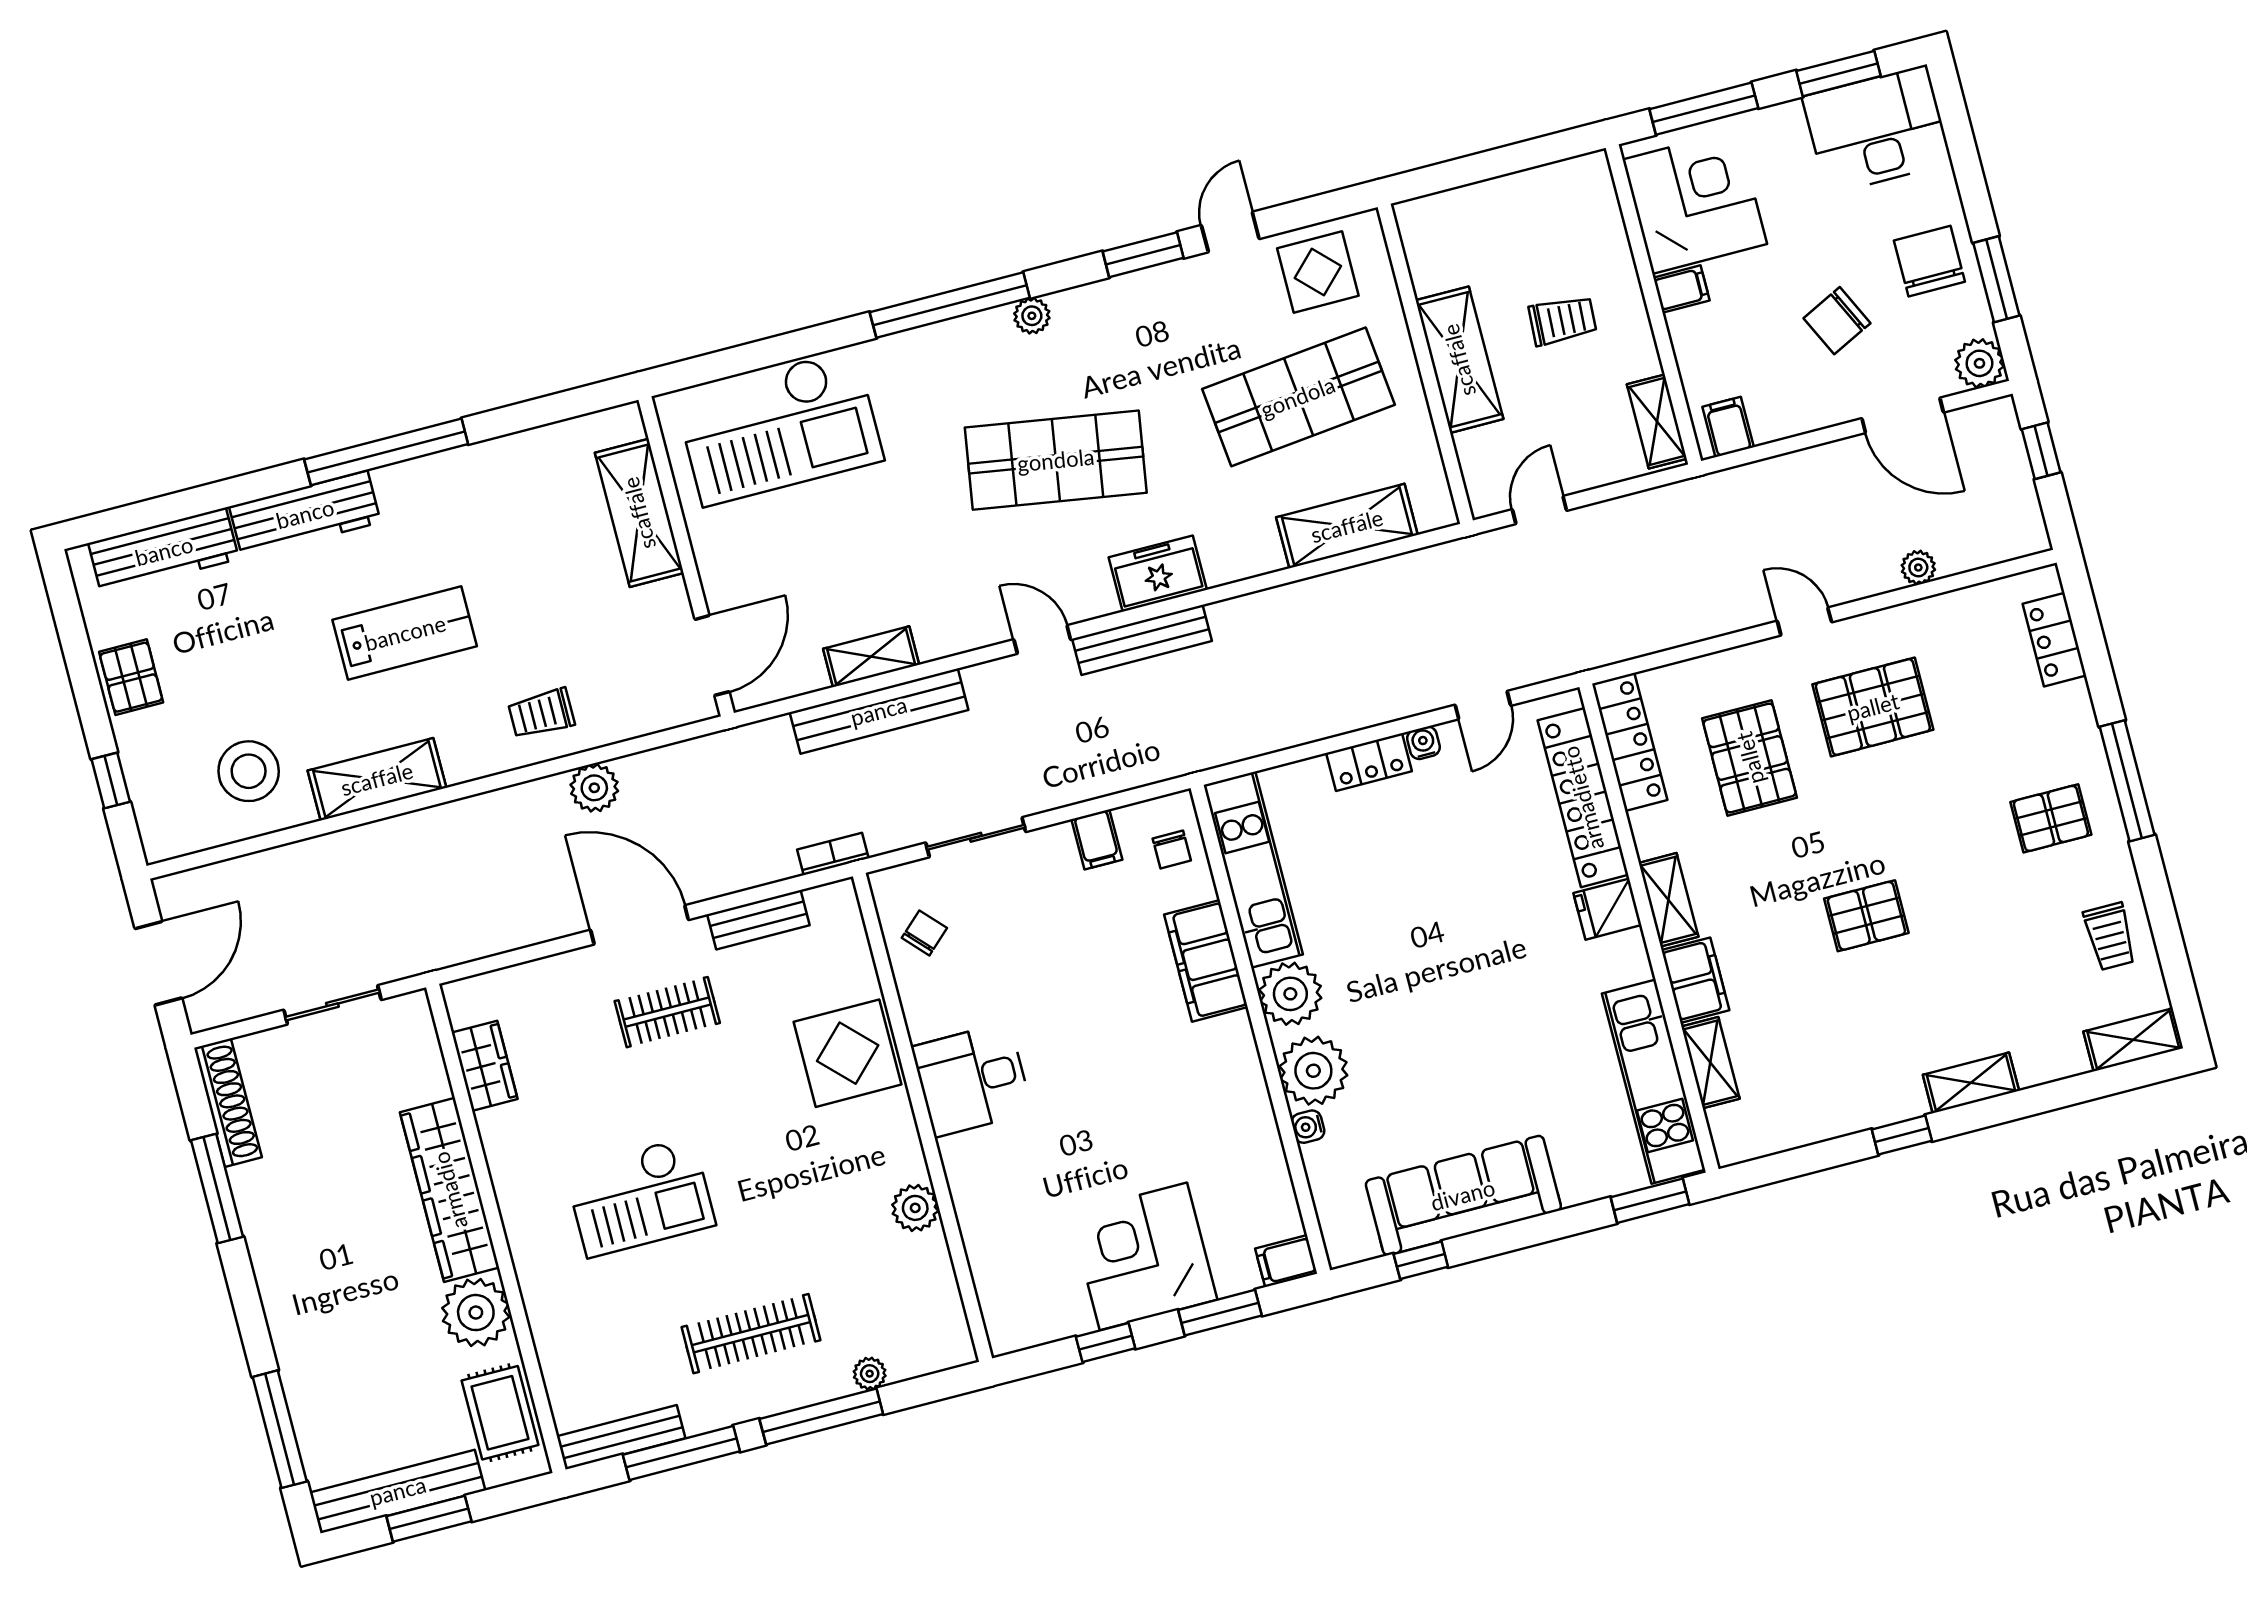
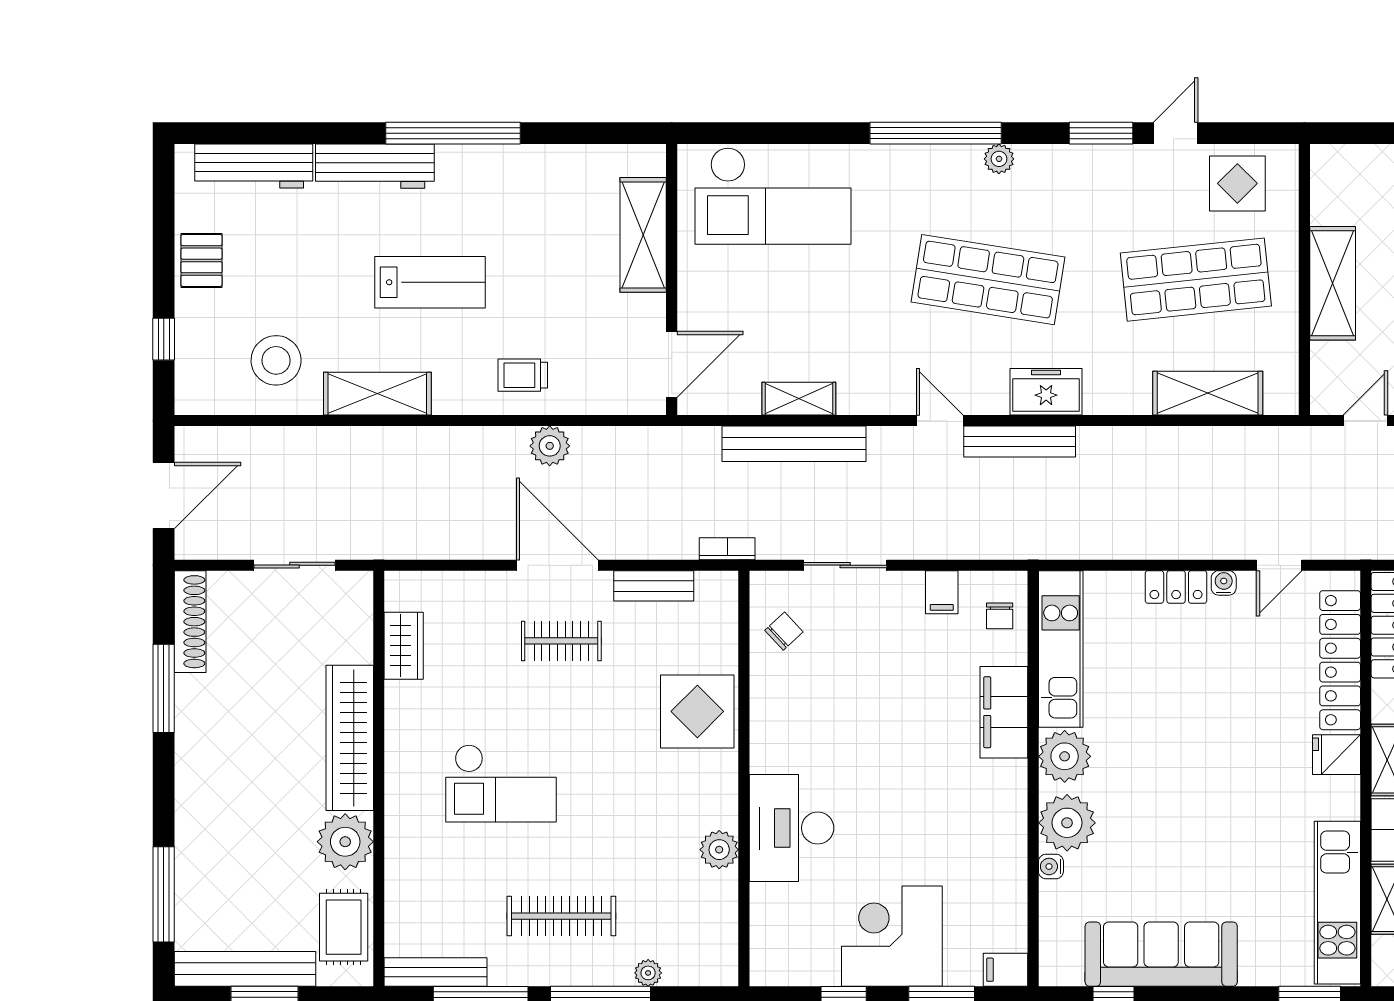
desk: (972, 1079) -> (792, 828), moved, width x1.37

